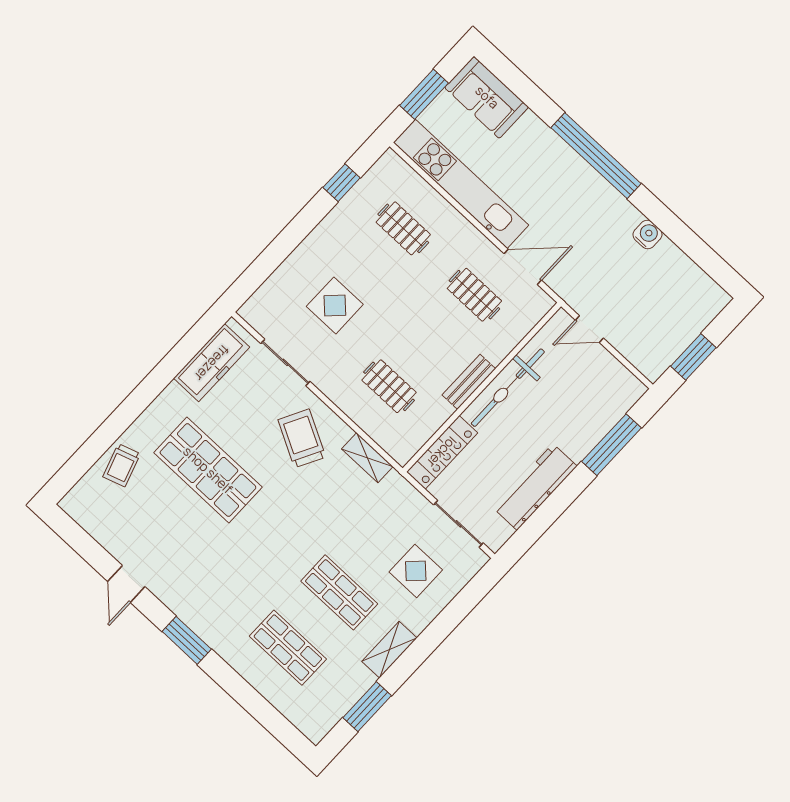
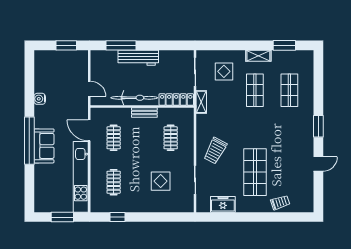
sofa: (487, 97) -> (44, 146), moved
freezer: (212, 363) -> (223, 204), width x0.71
shelving: (367, 458) -> (201, 102), moved
workbench: (535, 487) -> (138, 58), moved

